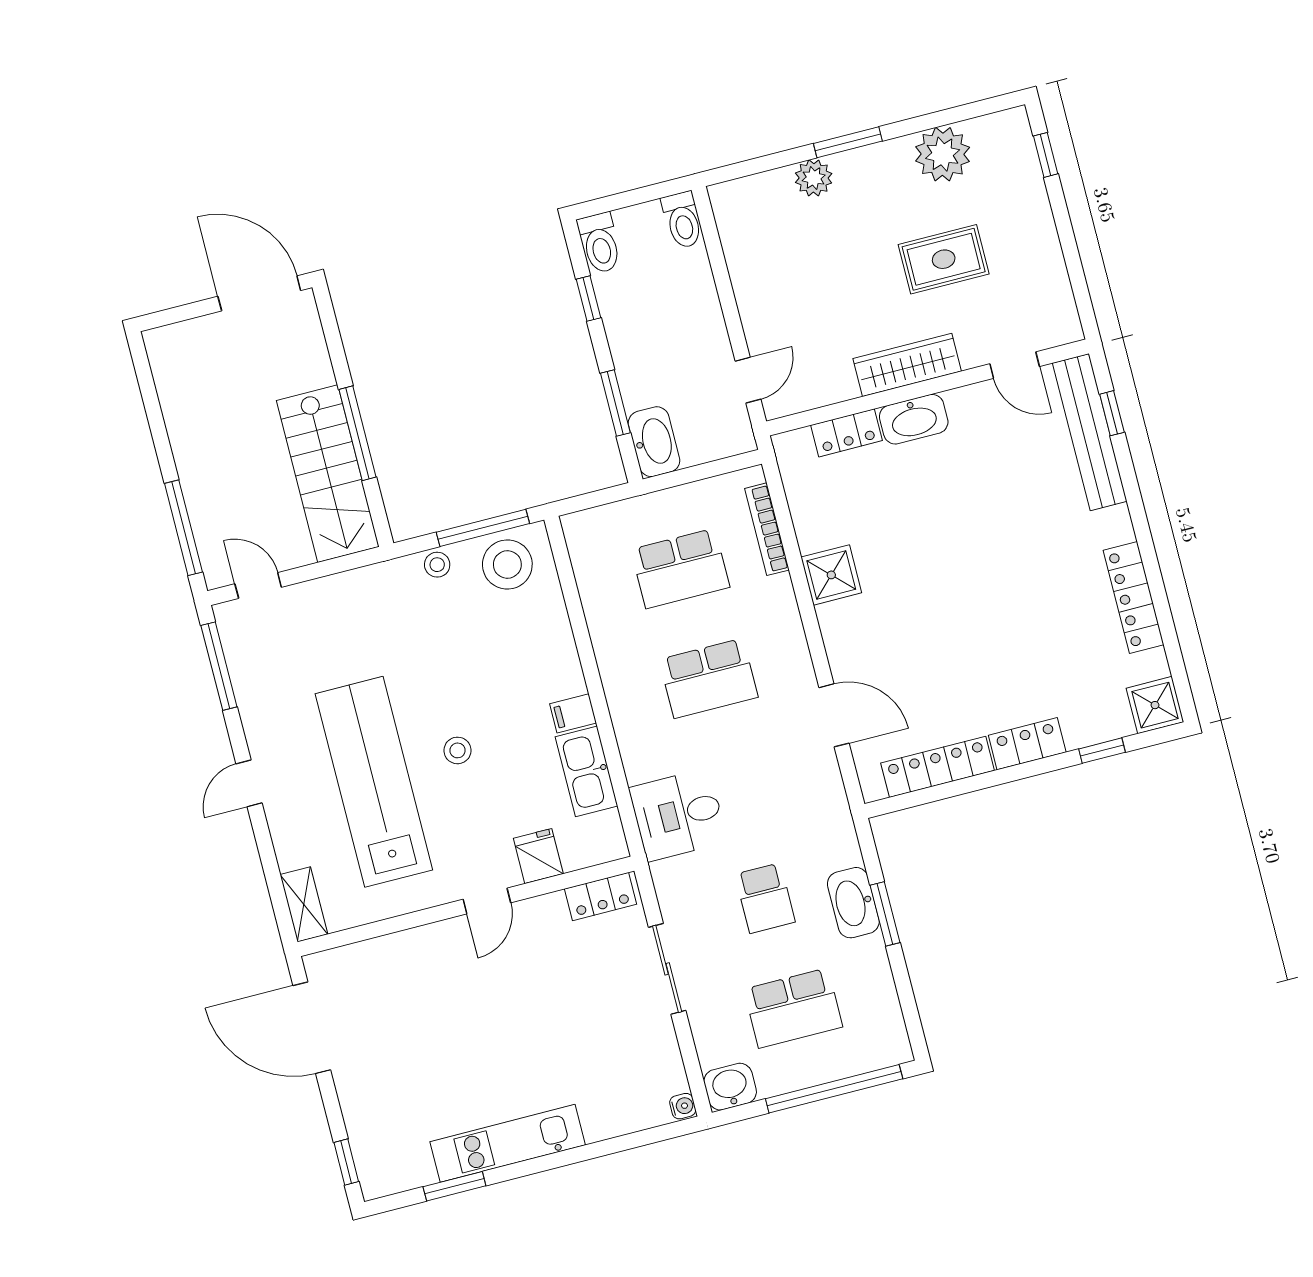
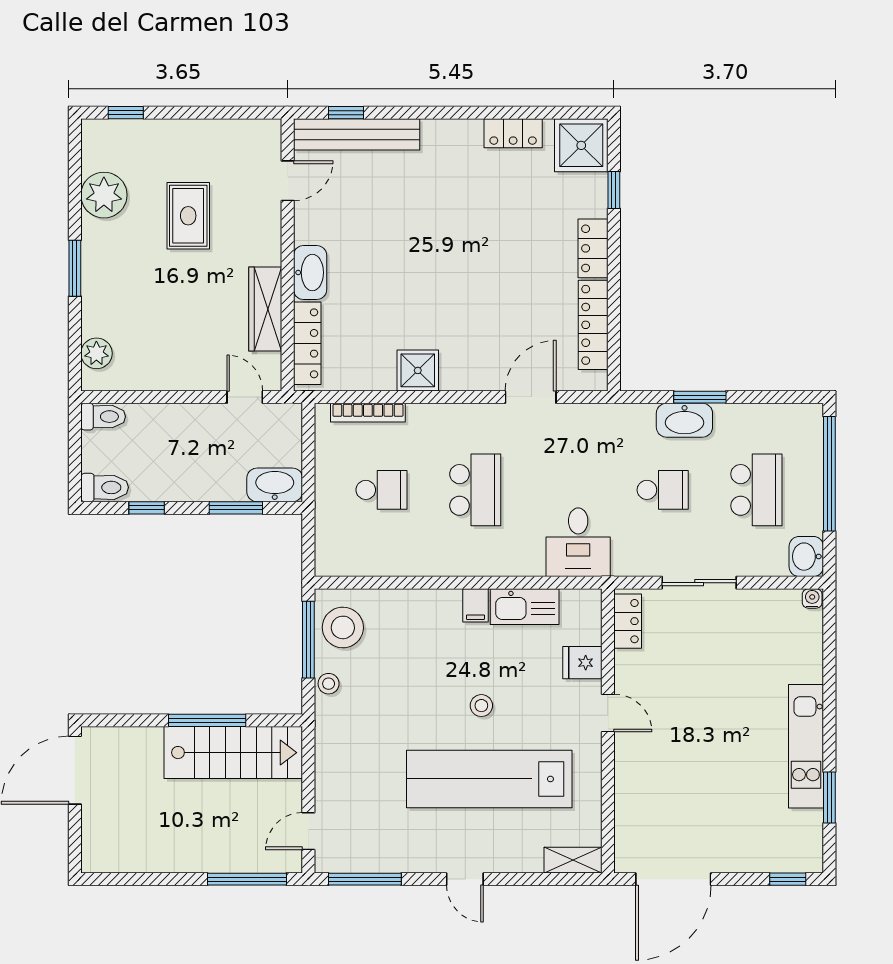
plant: (814, 178) -> (96, 353), moved
wardrobe: (907, 365) -> (265, 309), moved
locker: (847, 433) -> (307, 343), width x1.53
school desk: (680, 568) -> (382, 490), width x0.54
locker: (1134, 598) -> (513, 133), width x0.66
shower: (1155, 705) -> (581, 145), width x1.36, depth x1.36

